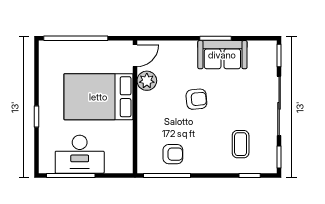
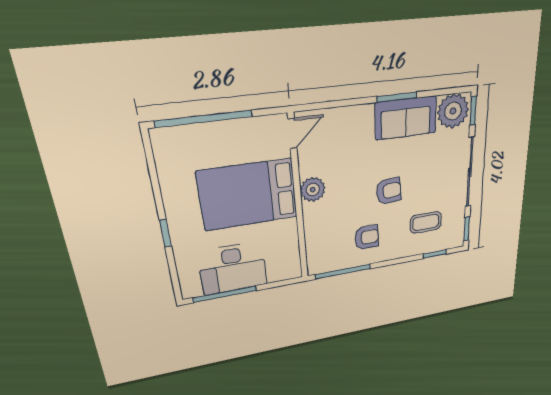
plant: (262, 54) -> (453, 111), added
plant: (147, 81) -> (313, 189), moved
armchair: (196, 99) -> (389, 191), moved
coffee table: (241, 144) -> (426, 222), turned 90
armchair: (173, 154) -> (366, 237), moved

